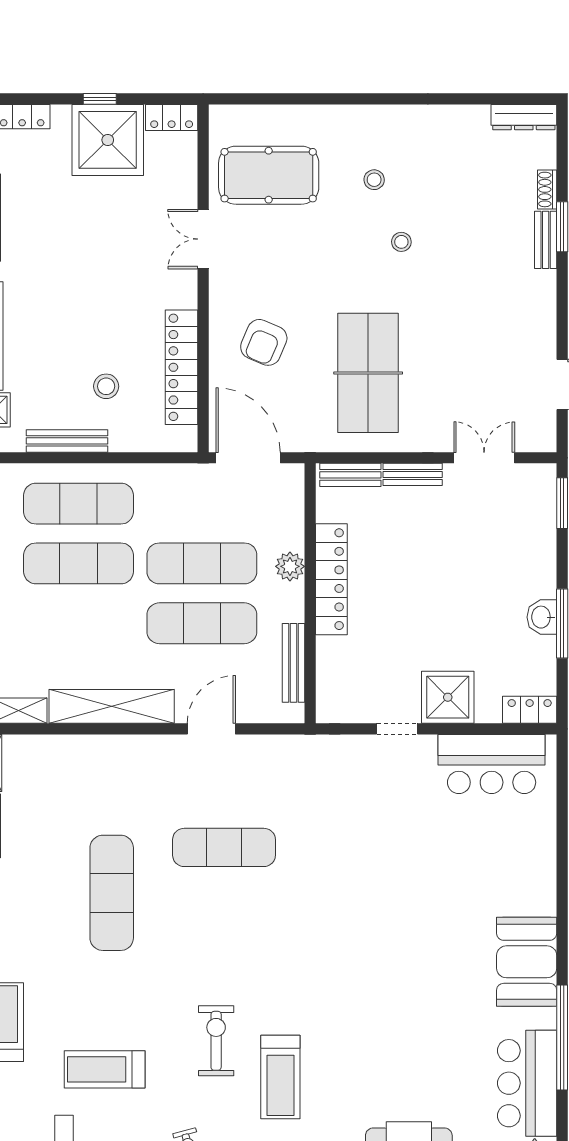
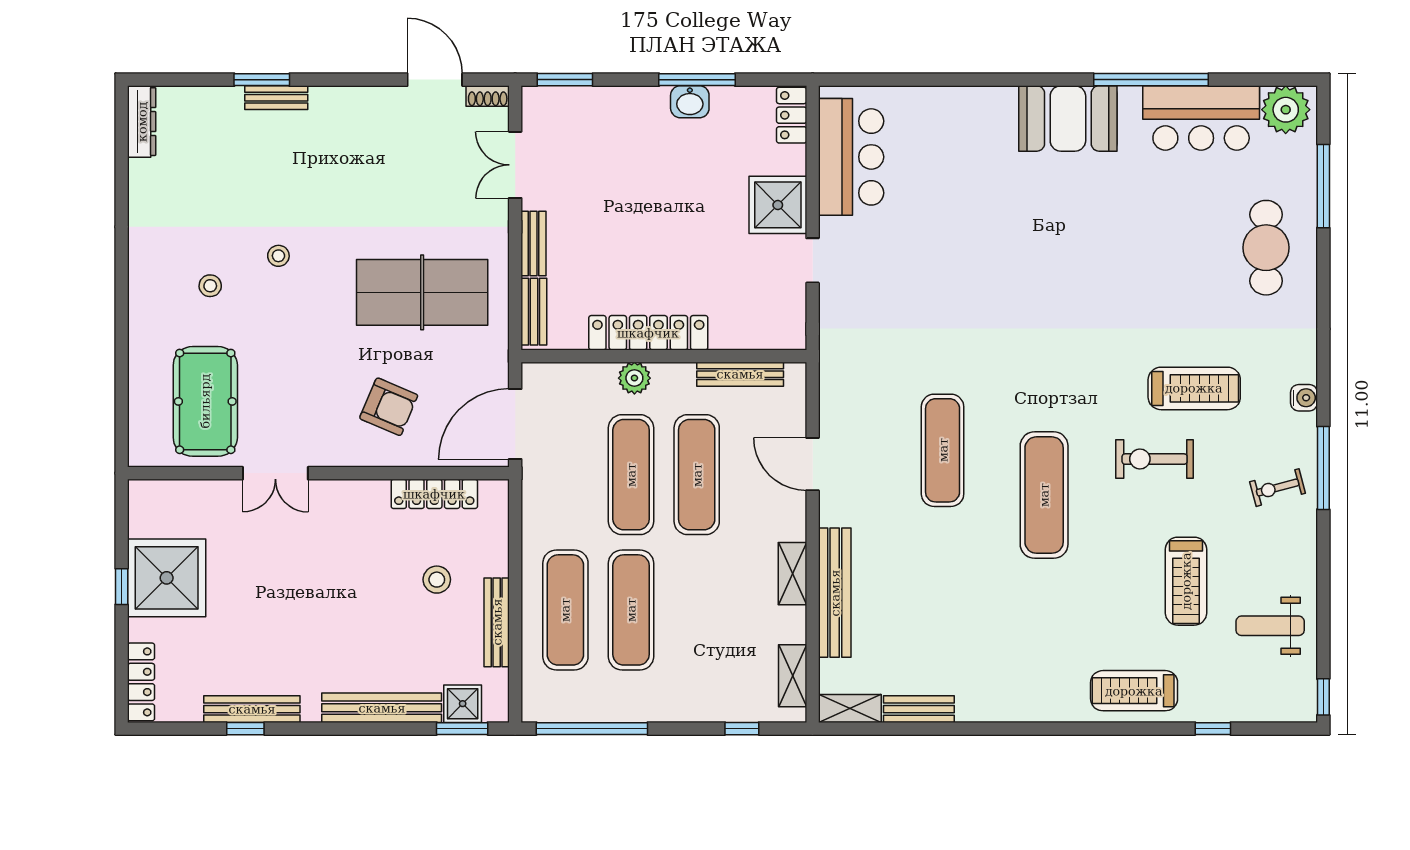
locker: (172, 118) -> (142, 508), removed
shoe rack: (547, 189) -> (488, 96), moved
locker: (182, 367) -> (434, 494), width x0.71, depth x0.83
shelving: (112, 706) -> (793, 574), width x0.45, depth x0.75
bench: (94, 749) -> (835, 593), added
exercise mat: (112, 893) -> (1044, 495), moved, turned 90

